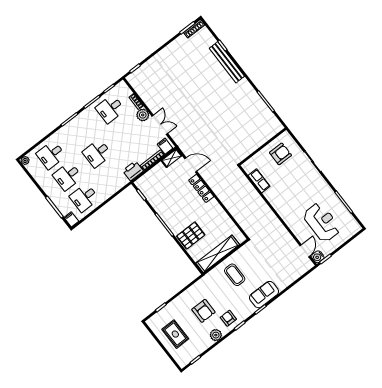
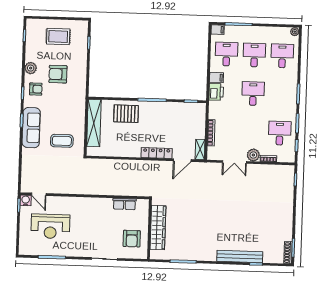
wardrobe: (256, 141) -> (158, 227), added
filing cabinet: (165, 146) -> (216, 78), moved
printer: (133, 171) -> (216, 92), moved
pallet: (191, 236) -> (126, 114), turned 90
coffee table: (235, 275) -> (62, 141), moved
sofa: (264, 295) -> (31, 128), width x1.36

